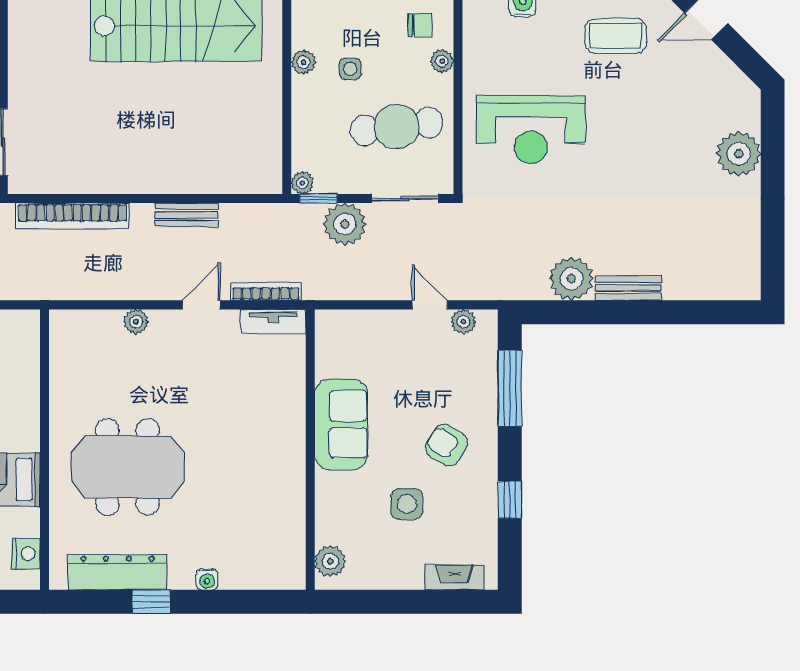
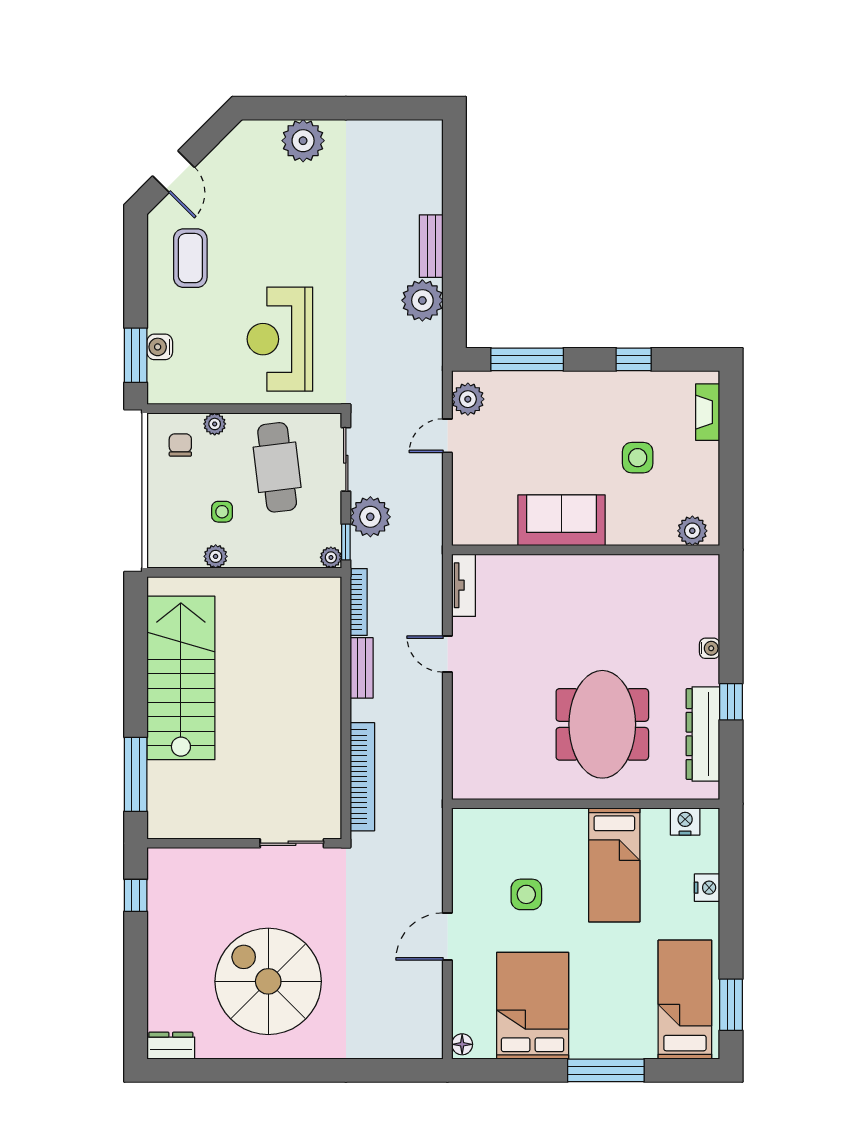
reception desk: (531, 130) -> (280, 339), turned 180
bookcase: (266, 291) -> (359, 602), moved, turned 180
plant: (136, 322) -> (463, 716), removed
plant: (463, 322) -> (468, 399), width x1.38, depth x1.38
armchair: (446, 445) -> (581, 420), removed

